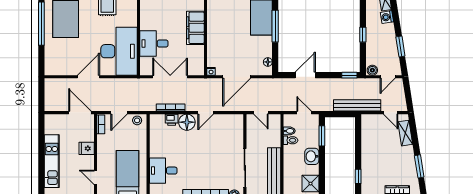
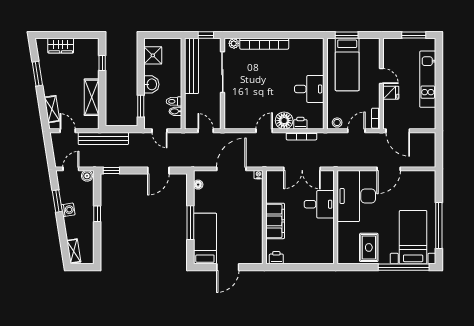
washing machine: (387, 17) -> (68, 210), moved
shelving: (368, 144) -> (92, 97), added
desk: (163, 171) -> (309, 89), moved
door: (95, 177) -> (381, 76), moved

